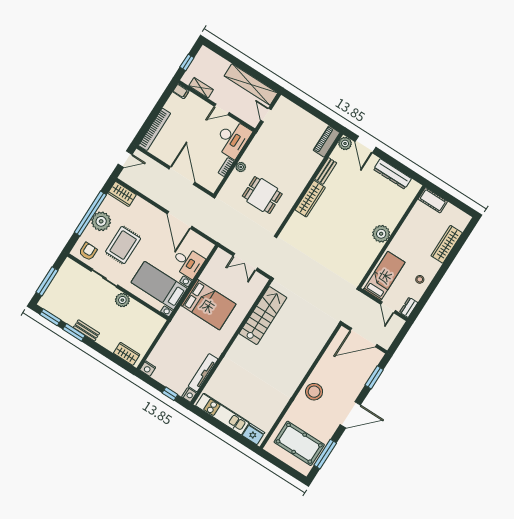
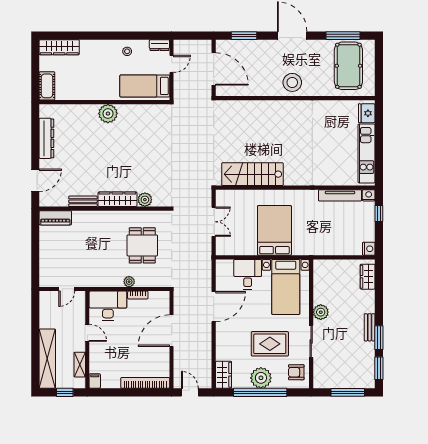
shelving: (251, 84) -> (47, 359), moved
plant: (345, 143) -> (145, 200), moved
wardrobe: (447, 244) -> (59, 47), moved

